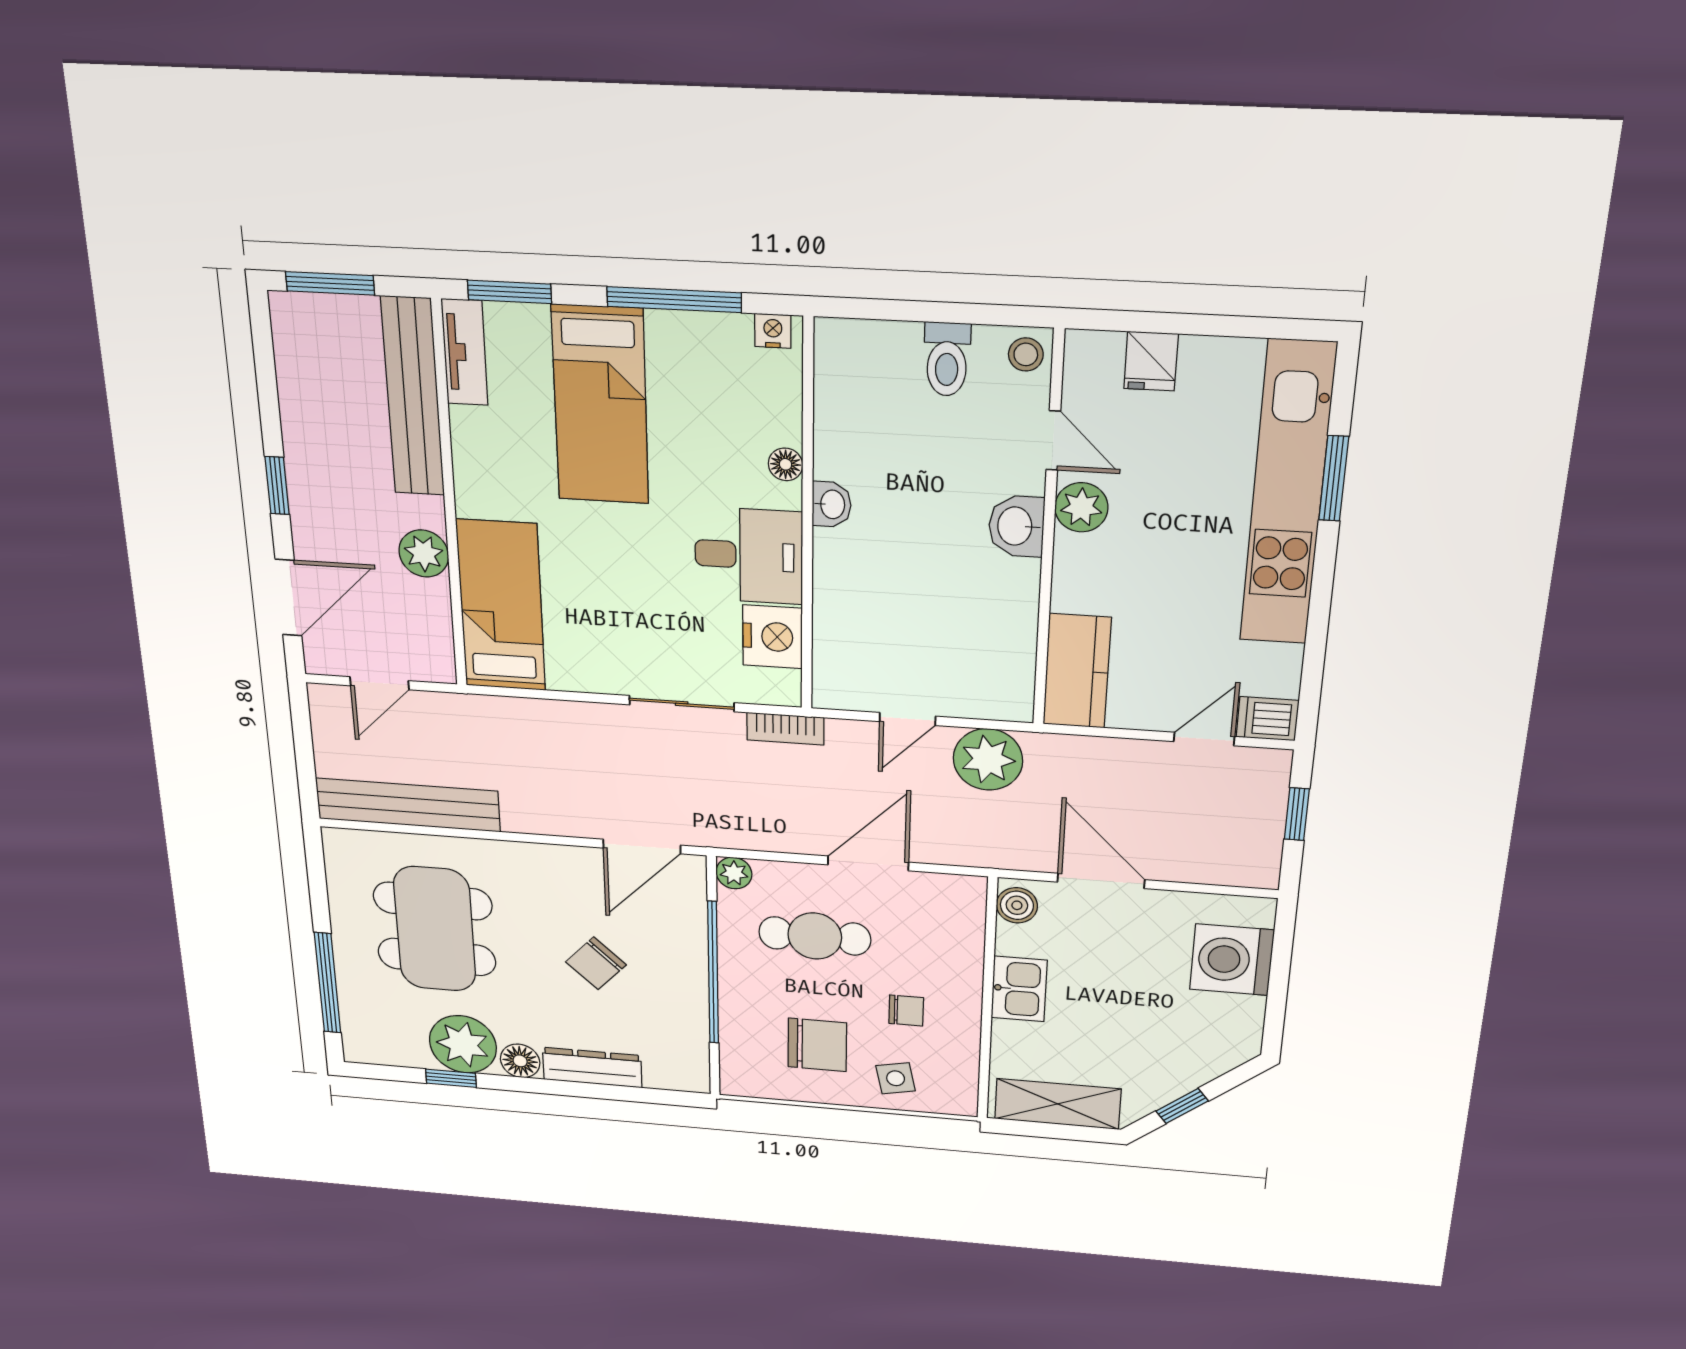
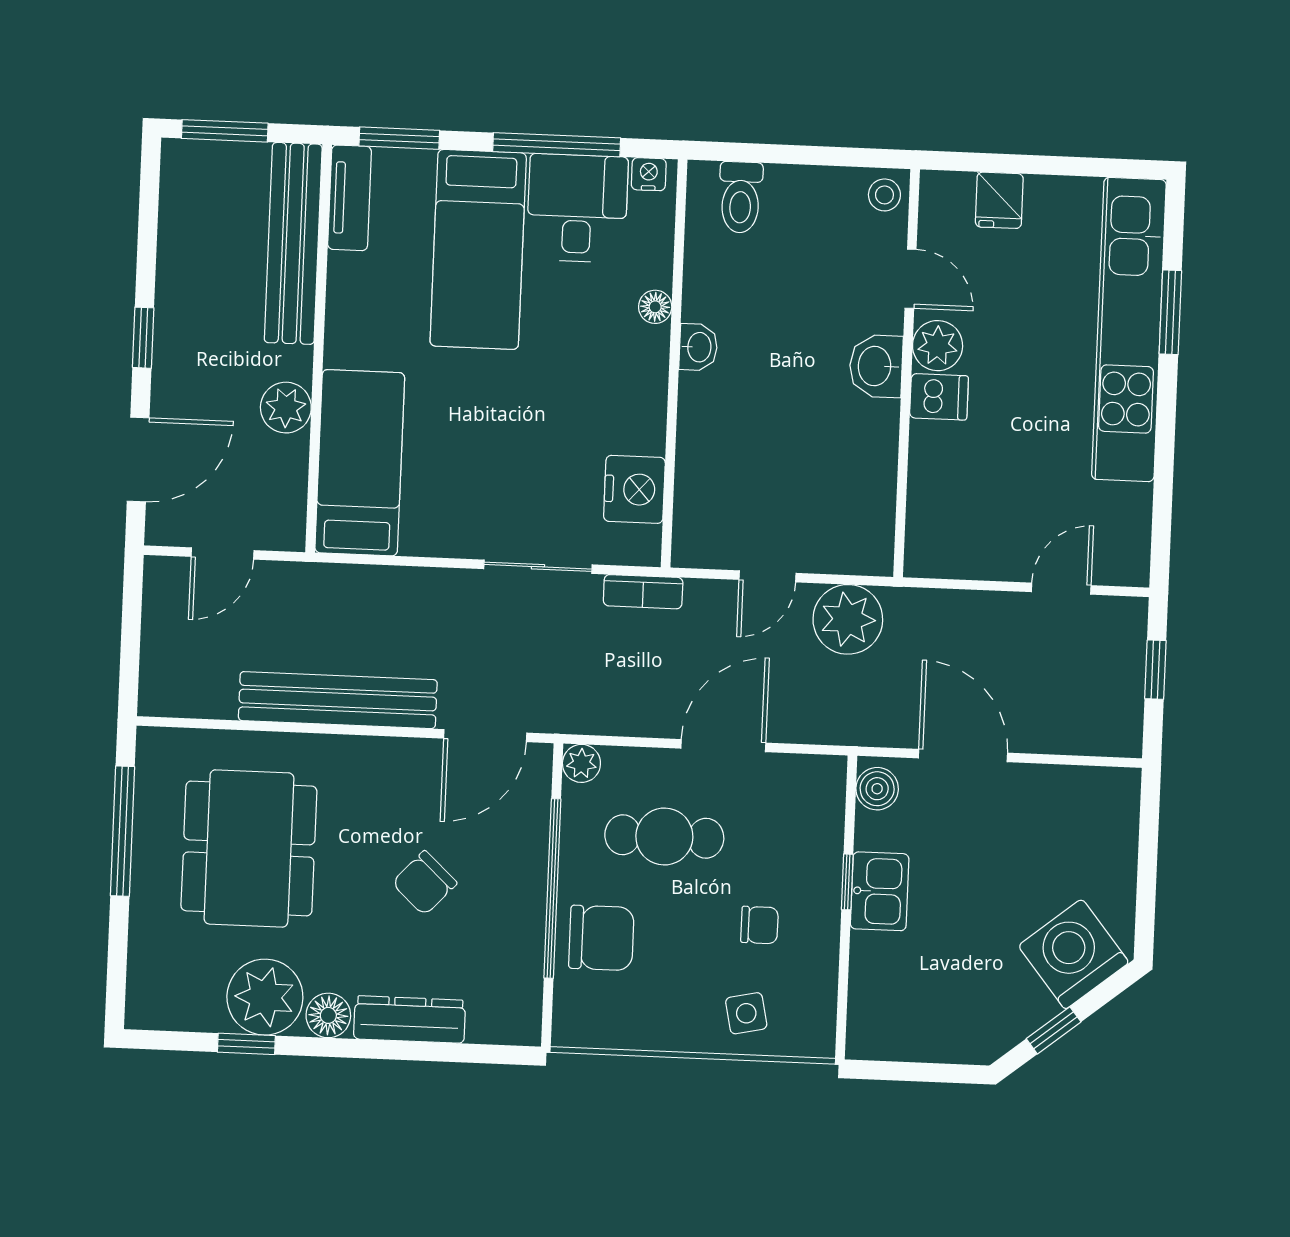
toilet: (947, 359) -> (741, 197), moved
desk: (749, 556) -> (577, 208), moved, turned -90
kitchen counter: (1077, 671) -> (935, 518), removed
dishwasher: (1268, 719) -> (939, 397), moved, turned 180
bench: (408, 805) -> (338, 700), moved
washing machine: (1232, 960) -> (1074, 954), moved, turned 51
window: (988, 980) -> (847, 882), added
window: (328, 983) -> (123, 831), moved
chair: (817, 1045) -> (601, 938), moved
shelving: (1058, 1104) -> (921, 1036), removed

